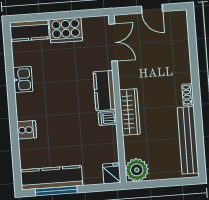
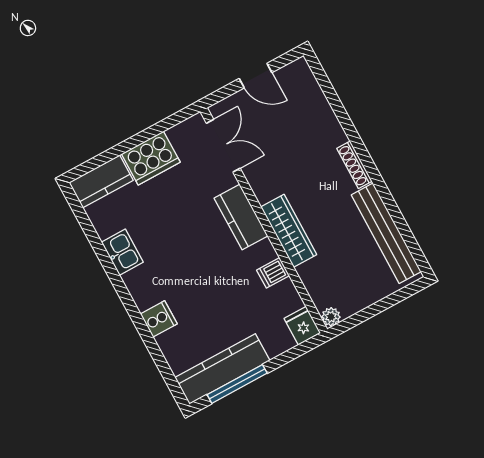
shoe rack: (188, 95) -> (354, 165), width x1.43
dishwasher: (107, 118) -> (273, 273), moved
plant: (137, 170) -> (331, 317), width x0.53, depth x0.53

